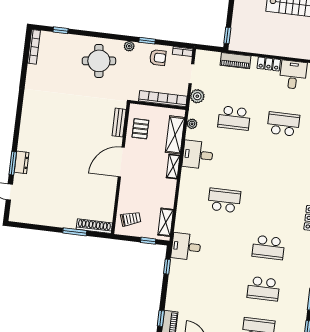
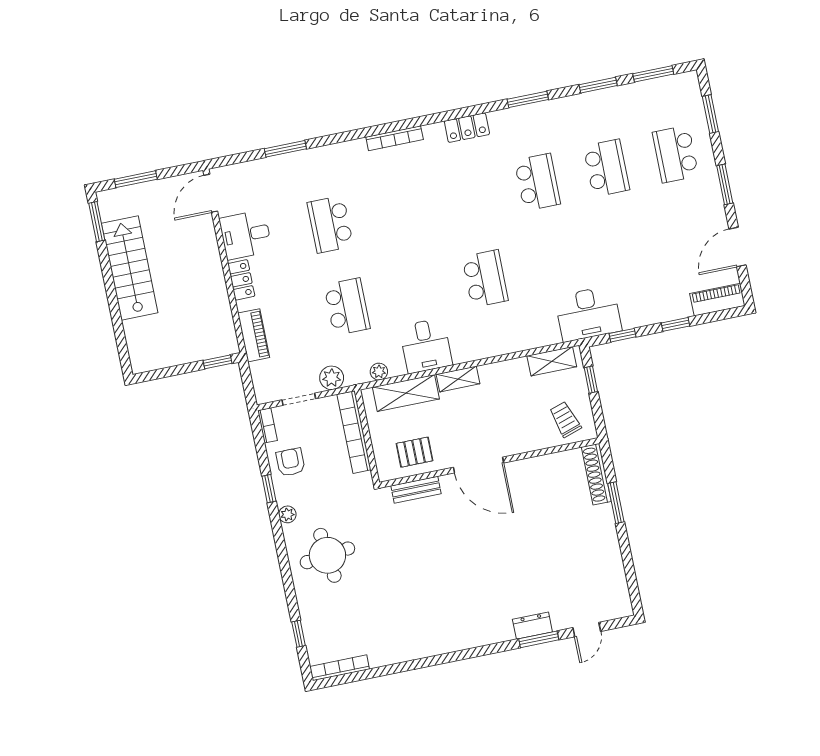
school desk: (224, 200) -> (485, 279), turned 180
desk: (186, 247) -> (588, 314), width x1.37
window: (161, 318) -> (676, 324), moved

